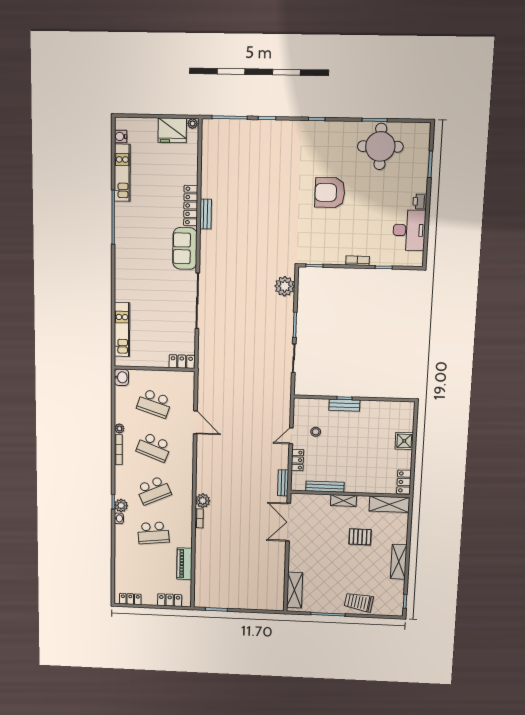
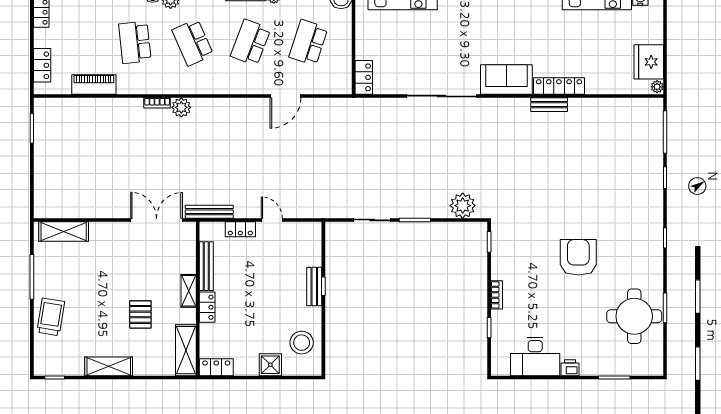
stool: (316, 432) -> (302, 343), moved, width x1.89, depth x1.89
bench: (283, 483) -> (209, 212), width x1.36
locker: (357, 487) -> (207, 307), added

